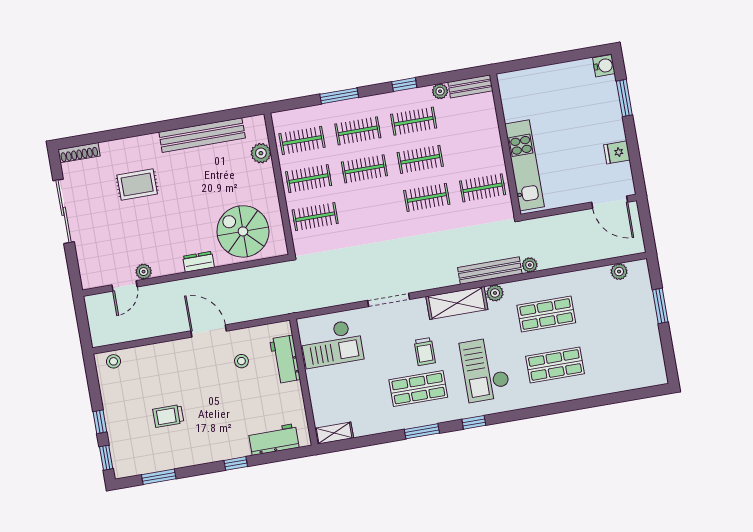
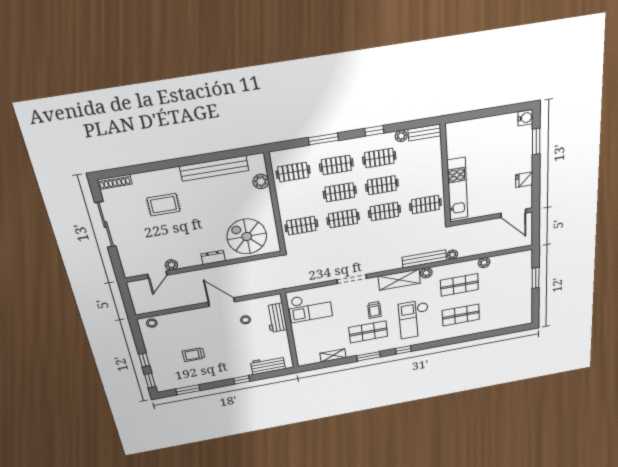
clothes rail: (309, 179) -> (343, 219), moved
plant: (619, 272) -> (484, 263), moved
shelving: (334, 433) -> (333, 355), moved

